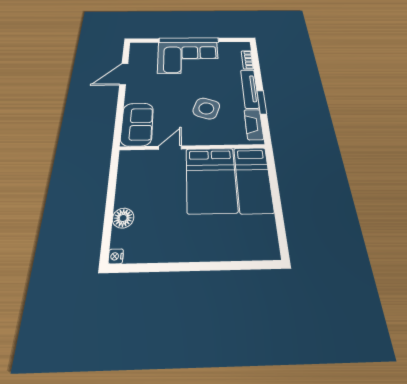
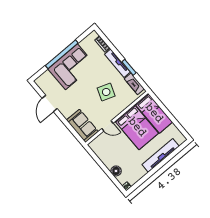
door: (170, 148) -> (107, 126), swing flipped
tv unit: (215, 250) -> (161, 155), added

